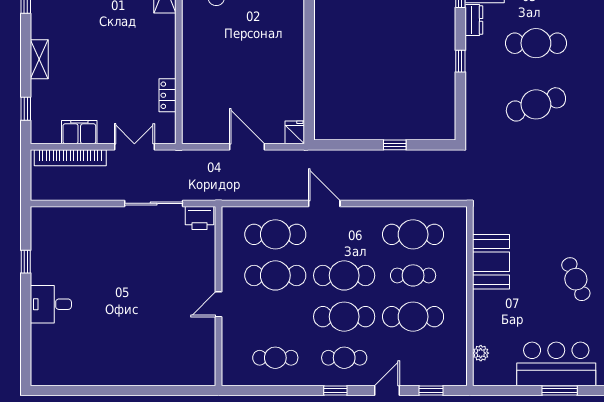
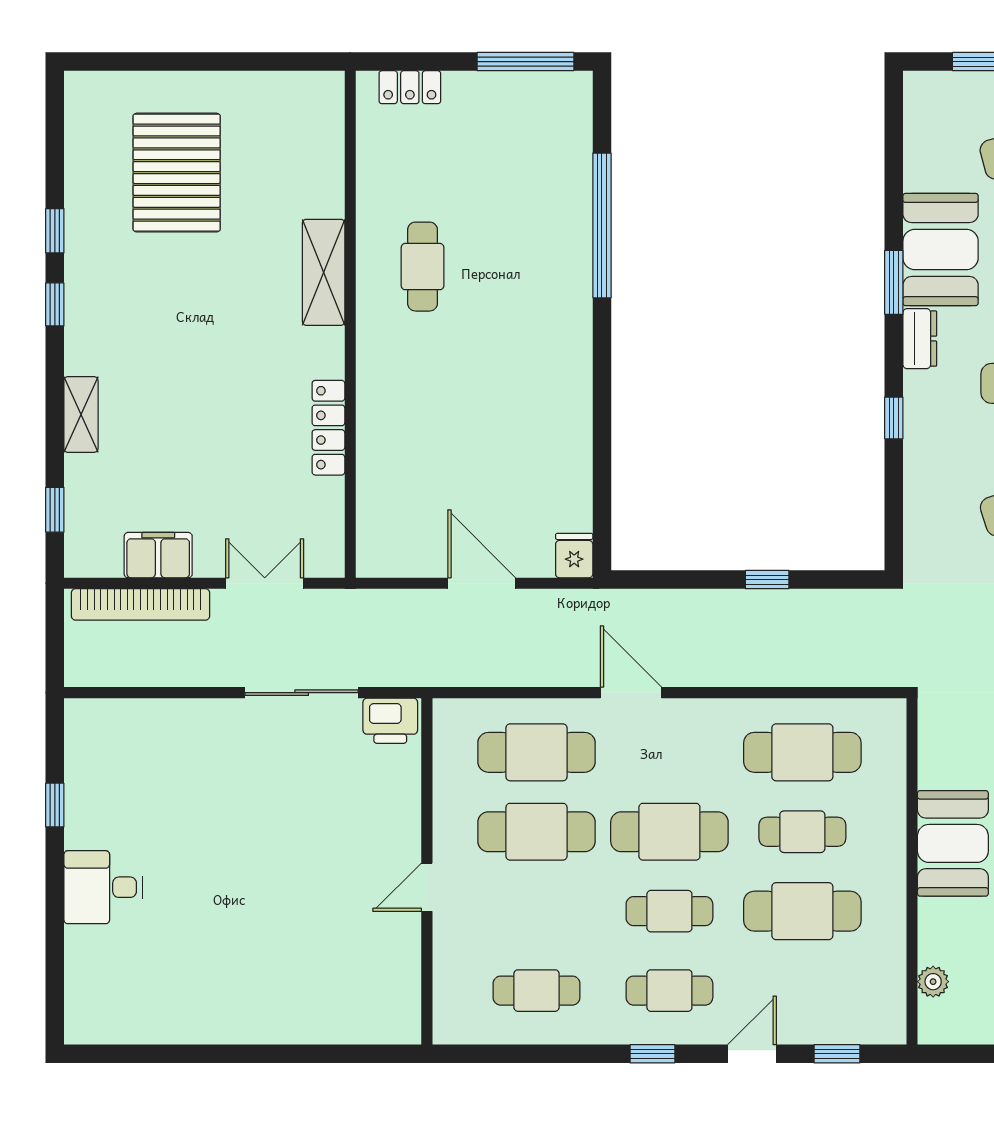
locker: (168, 95) -> (328, 428), moved, width x1.53
booth: (491, 262) -> (953, 843), moved
cafe table: (344, 317) -> (669, 911), width x0.73, depth x0.74

